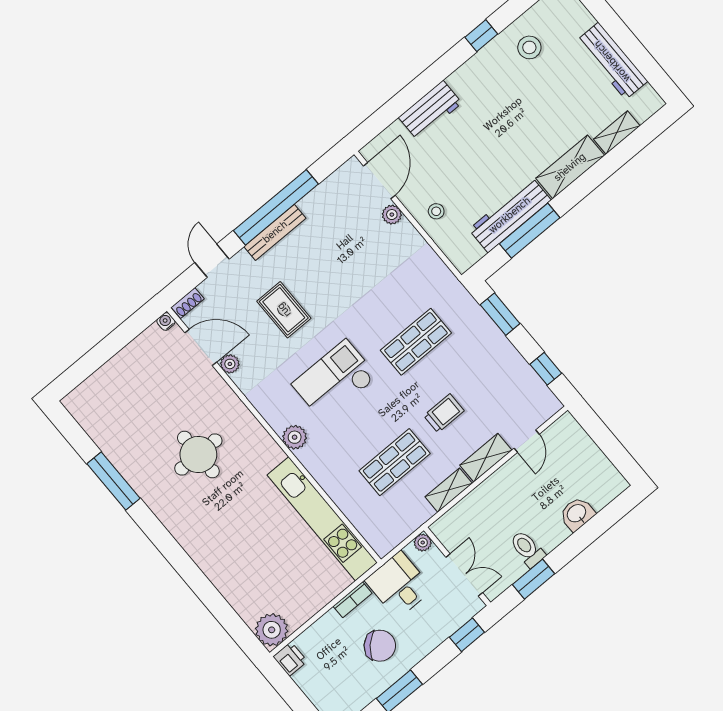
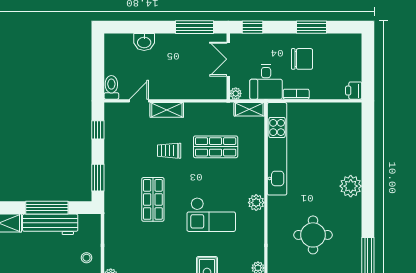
shop shelf: (416, 342) -> (153, 199), turned 90
shelving: (449, 490) -> (249, 109), moved
toilet: (527, 549) -> (111, 87), moved, turned 180
window: (534, 579) -> (194, 27), width x1.44
plant: (272, 630) -> (351, 186), moved
chair: (380, 646) -> (302, 59), turned 137

